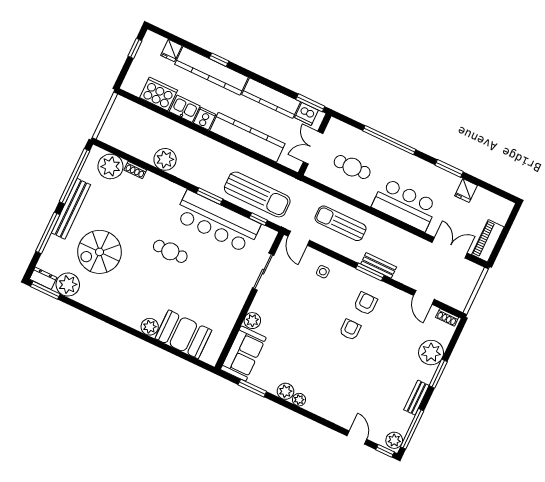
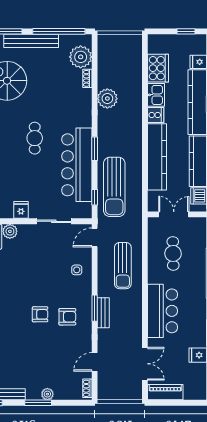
sun lounger: (340, 223) -> (123, 266), turned 180
fridge: (236, 299) -> (21, 210), added
plant: (431, 353) -> (47, 394), width x0.53, depth x0.53

